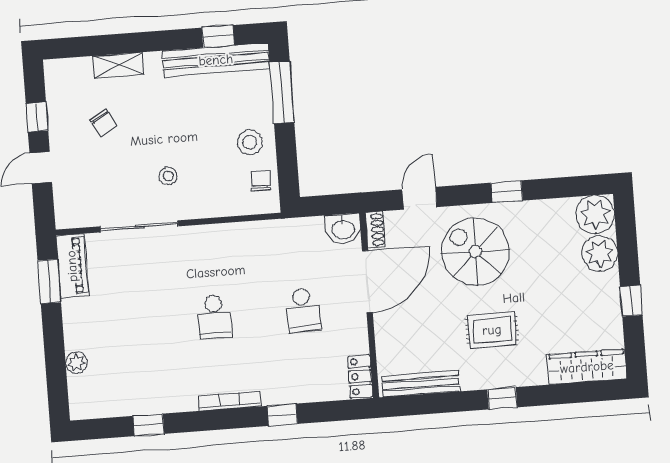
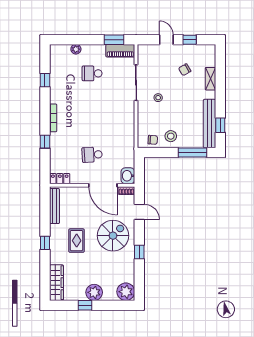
plant: (600, 253) -> (94, 292), moved
school desk: (215, 317) -> (92, 73), moved

